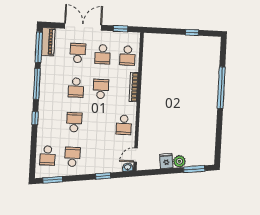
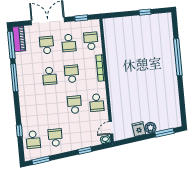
school desk: (127, 56) -> (91, 41), turned 180
window: (35, 118) -> (19, 131), moved
school desk: (74, 122) -> (75, 105), moved

